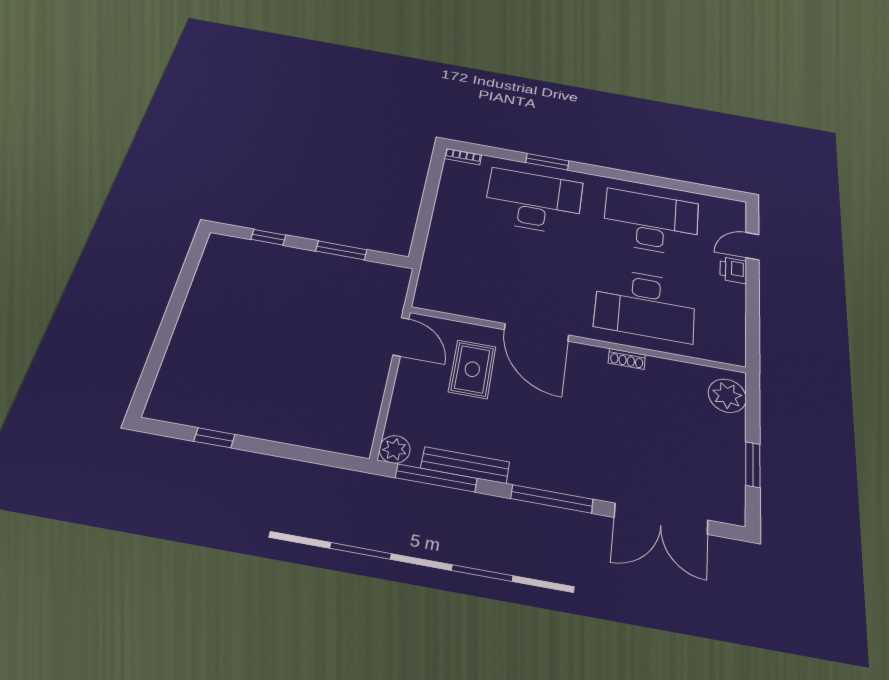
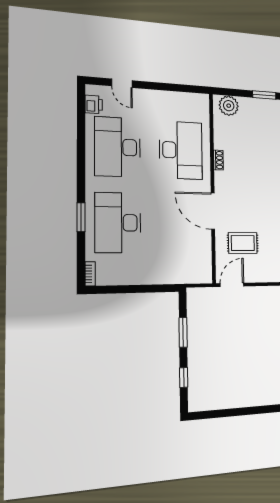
printer: (733, 270) -> (94, 104), moved, turned -90
door: (536, 332) -> (213, 211), swing flipped

